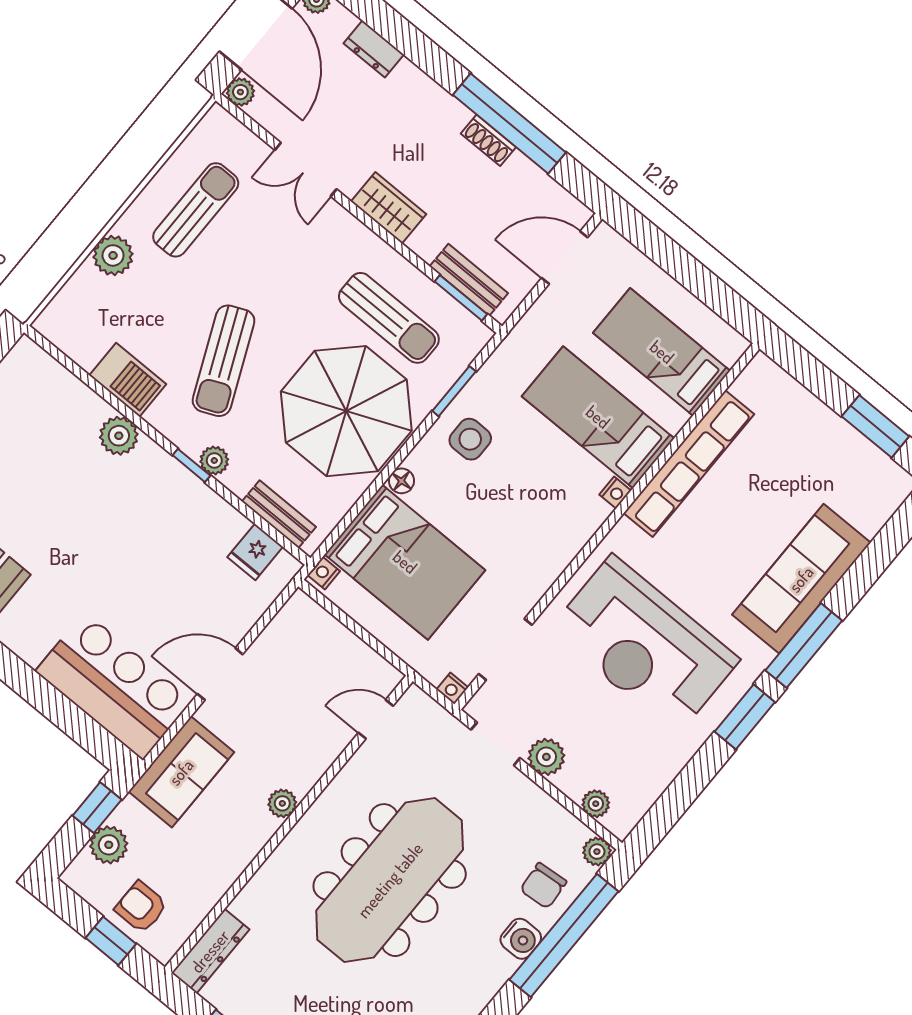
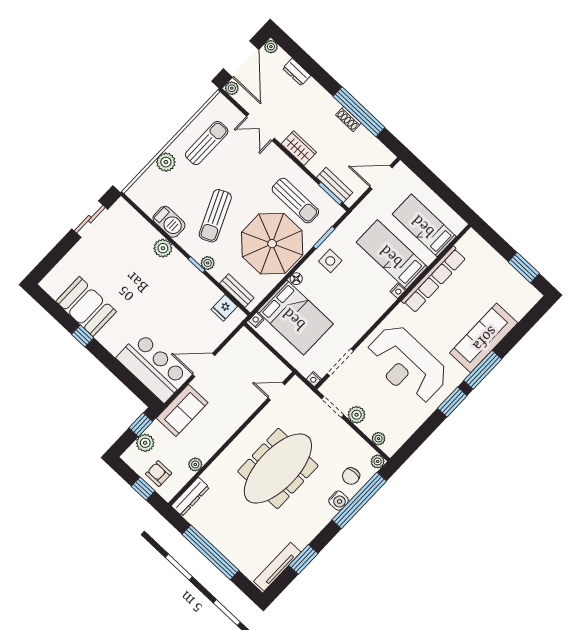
plant: (282, 803) -> (195, 464), moved

